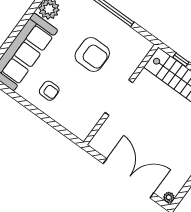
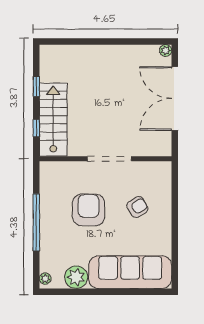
armchair: (49, 91) -> (137, 207), moved, turned 59

